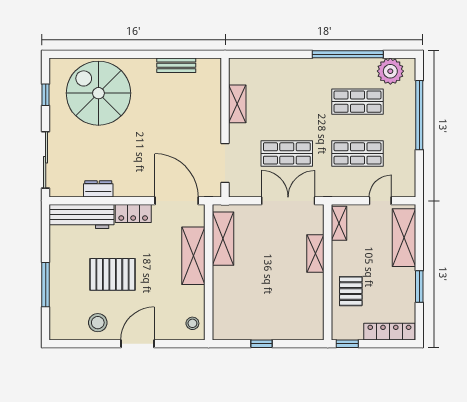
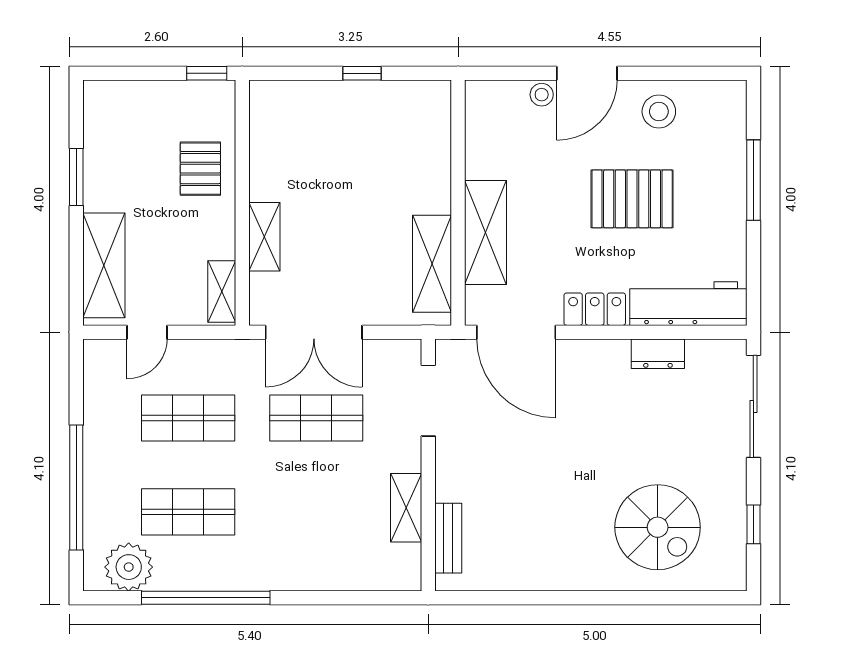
bench: (176, 65) -> (448, 538), moved, turned 90
spiral stairs: (98, 93) -> (658, 527), width x0.73, depth x0.73
stool: (192, 323) -> (542, 95), moved
locker: (389, 332) -> (130, 95), removed

